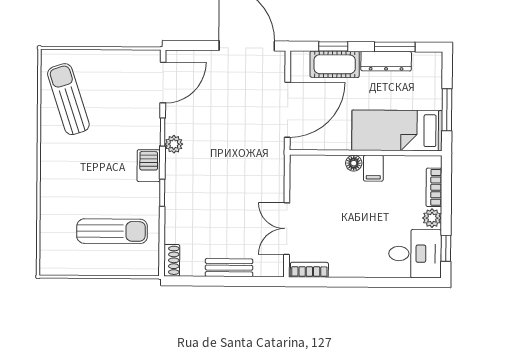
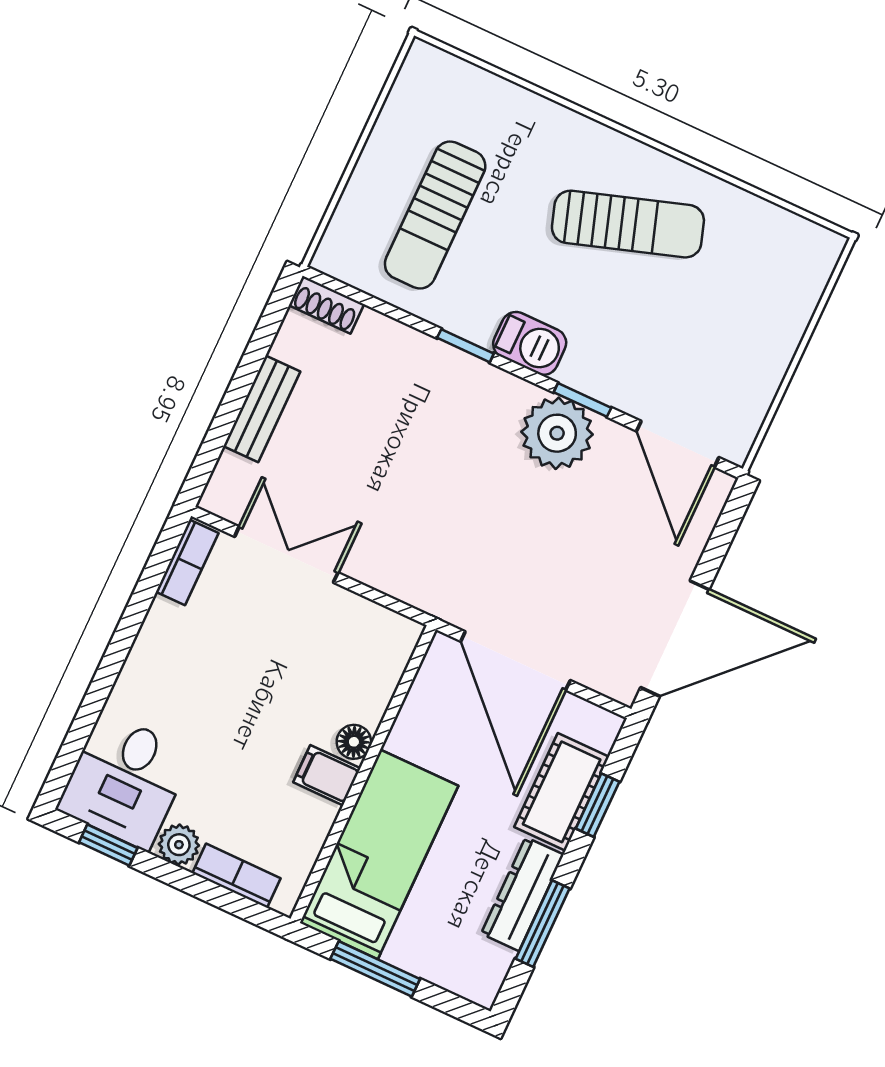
sun lounger: (68, 99) -> (628, 224), moved
plant: (174, 144) -> (557, 433), width x1.88, depth x1.88

